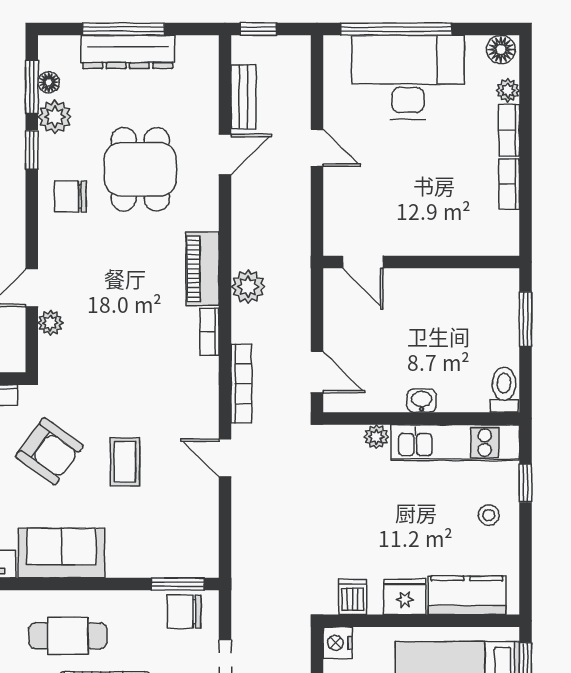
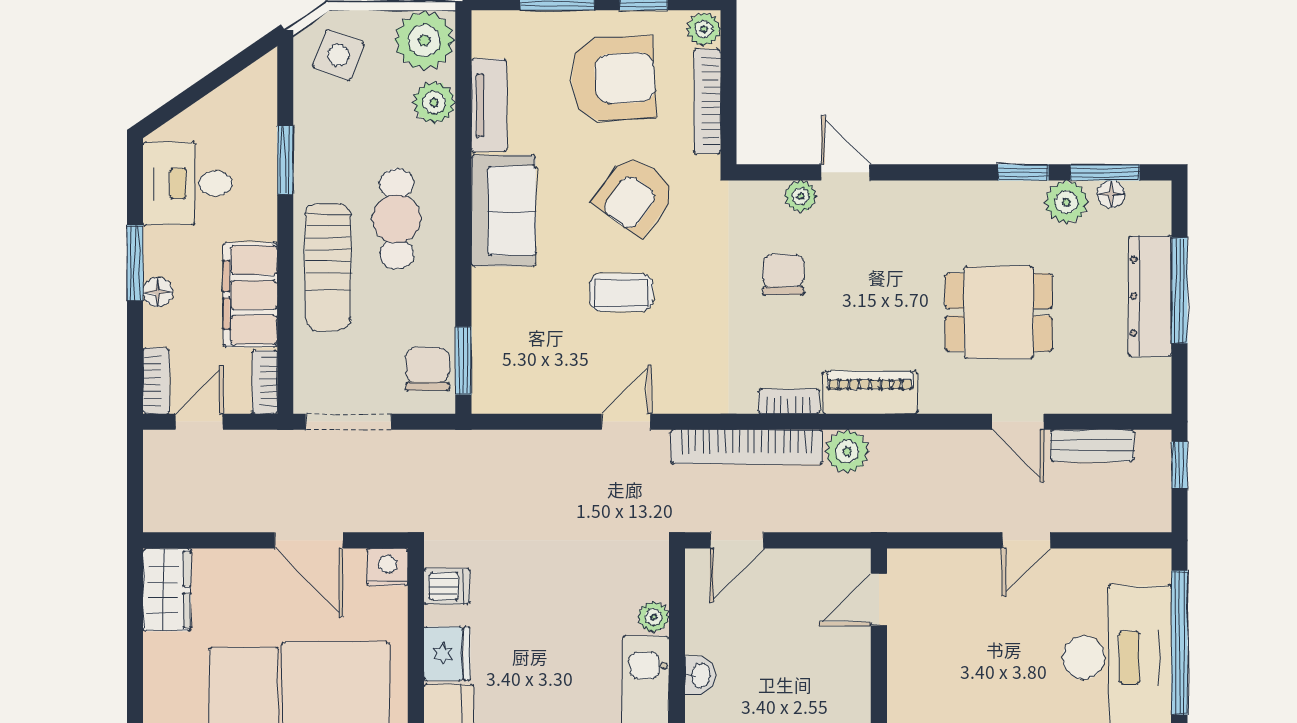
chair: (70, 196) -> (783, 275), moved
bookcase: (241, 384) -> (747, 447), width x1.48, depth x1.31

